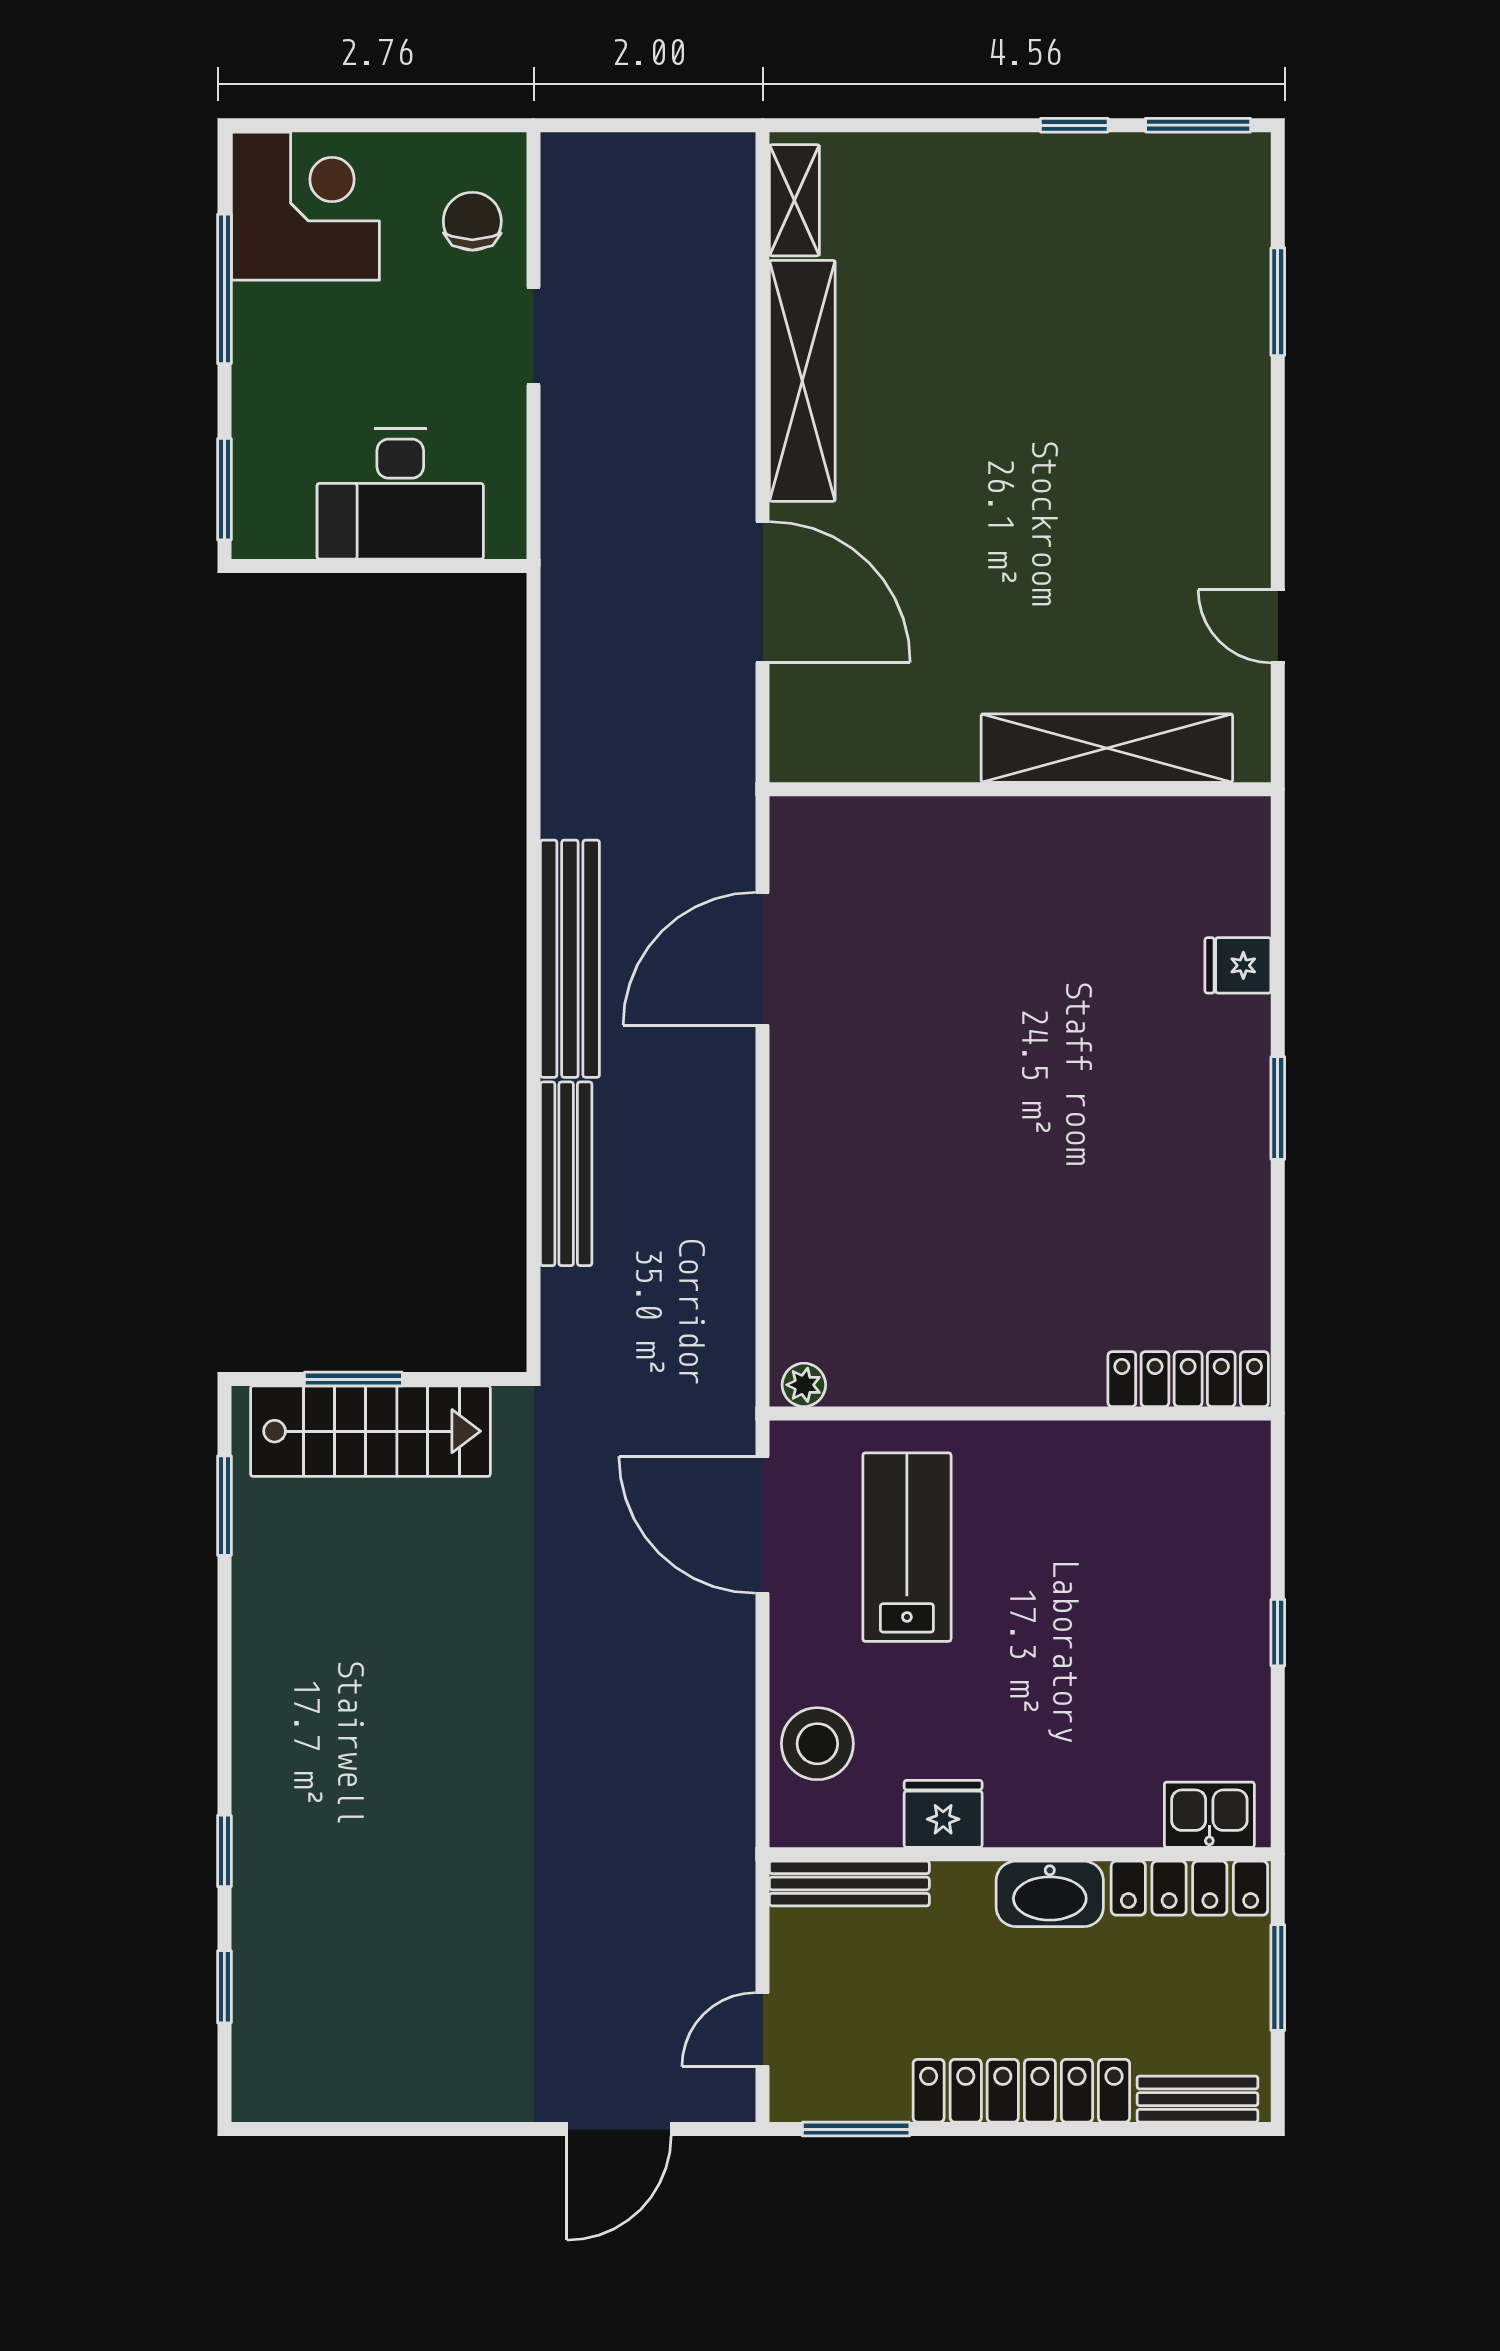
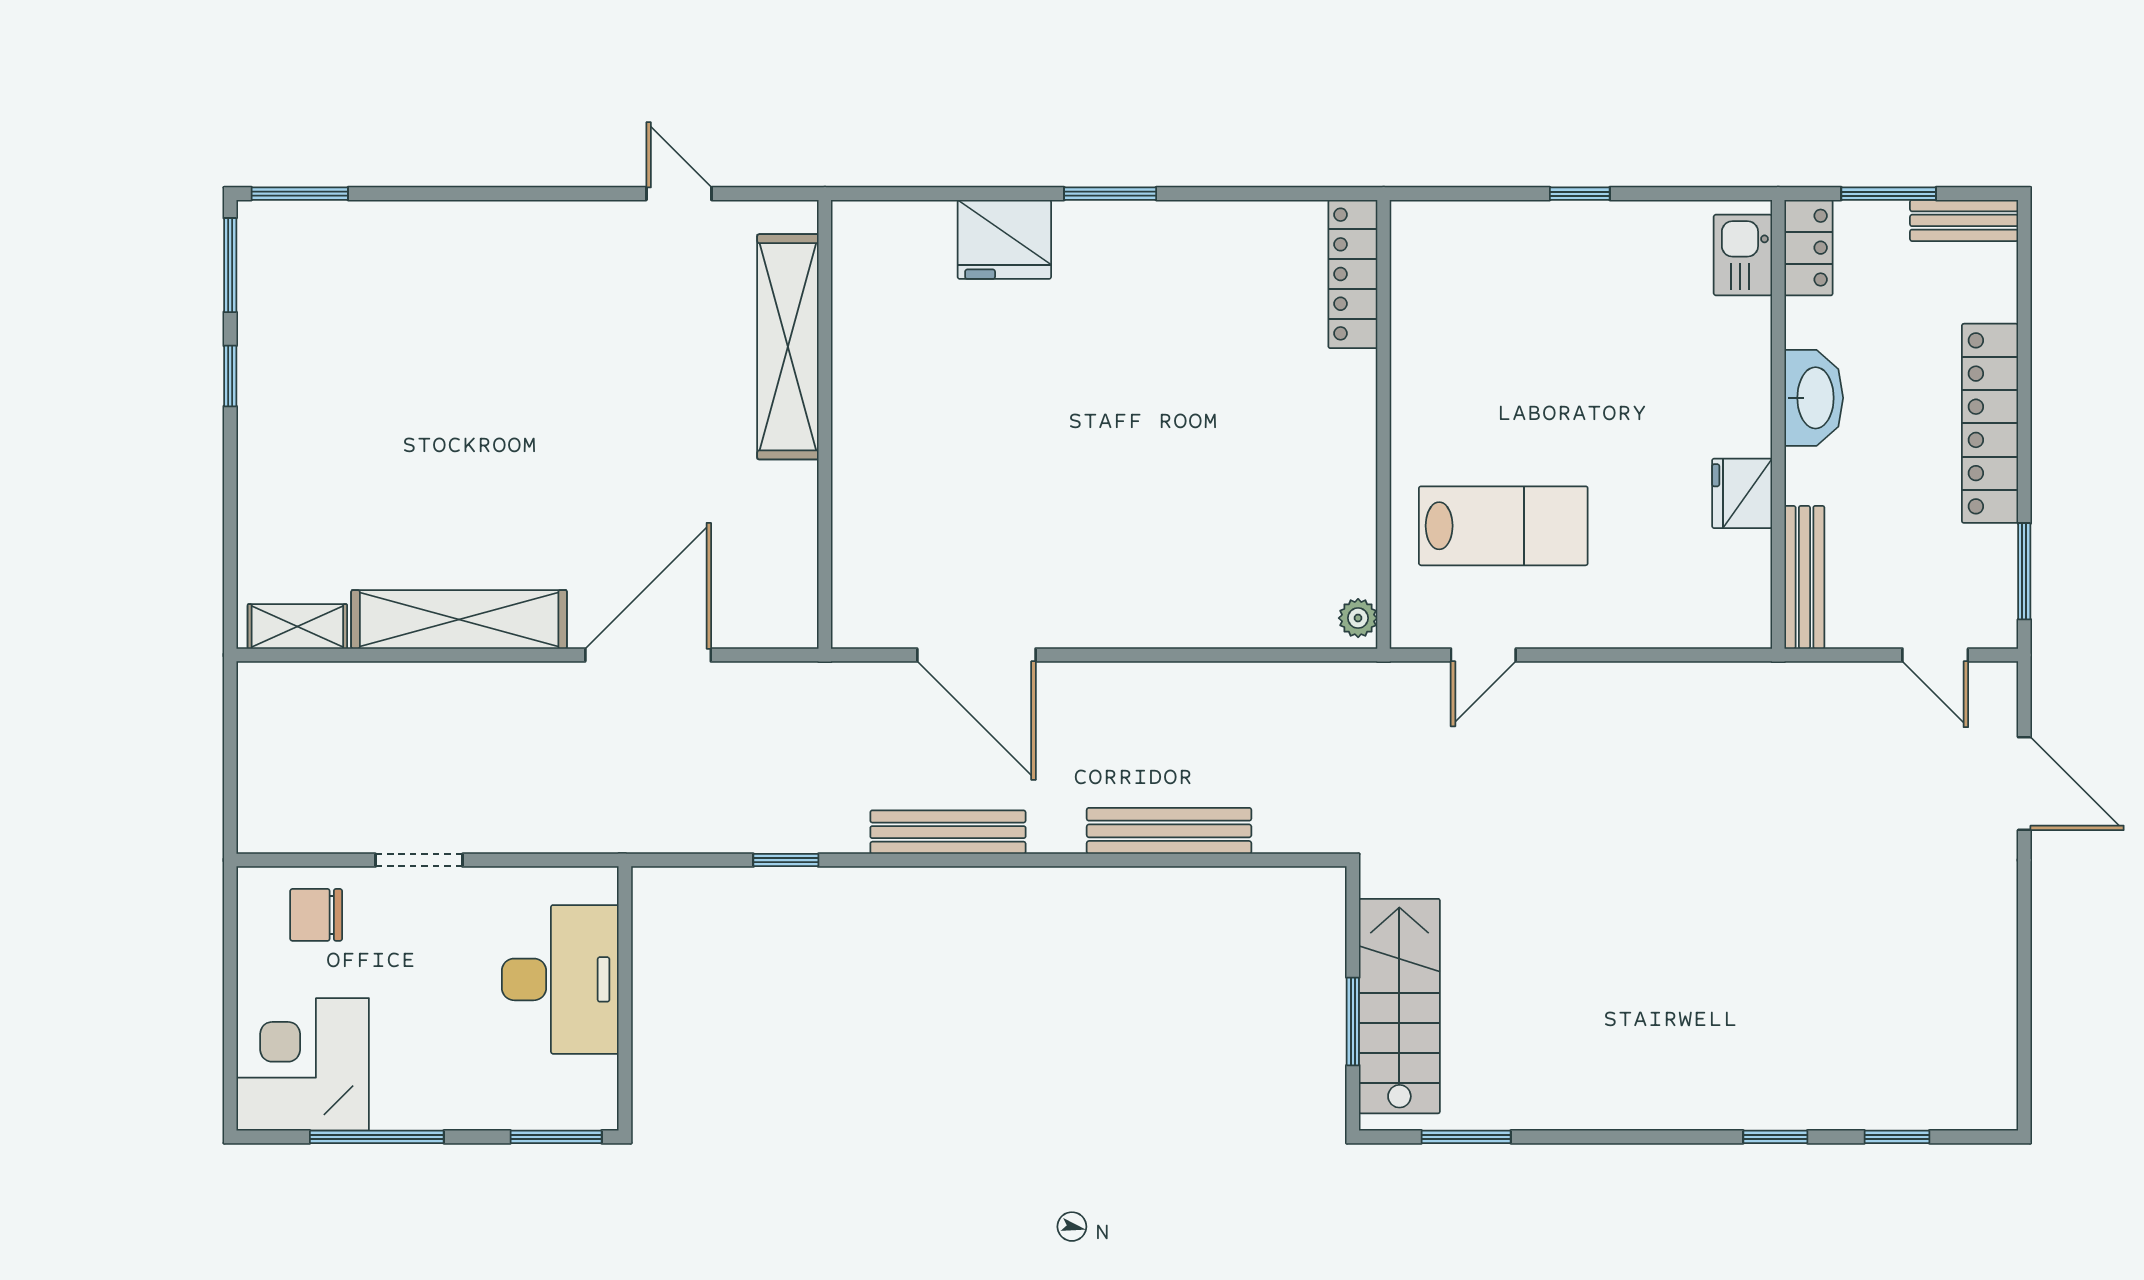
window: (1278, 302) -> (300, 194), moved
door: (1278, 626) -> (679, 194), swing flipped
window: (534, 746) -> (786, 860), added
bench: (570, 959) -> (948, 832), width x0.73, depth x0.82
fridge: (1238, 965) -> (1004, 239), width x1.88, depth x1.34
door: (763, 1525) -> (1483, 655), width x0.53
lab bench: (907, 1547) -> (1503, 526), turned 180
stool: (817, 1744) -> (1679, 606), removed
locker: (1189, 1888) -> (1809, 248), width x0.66
bench: (1198, 2099) -> (1964, 220), moved, turned 90

